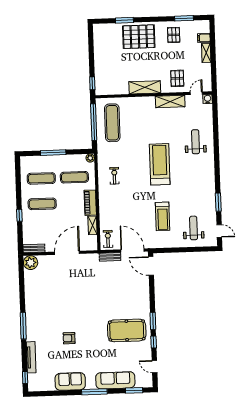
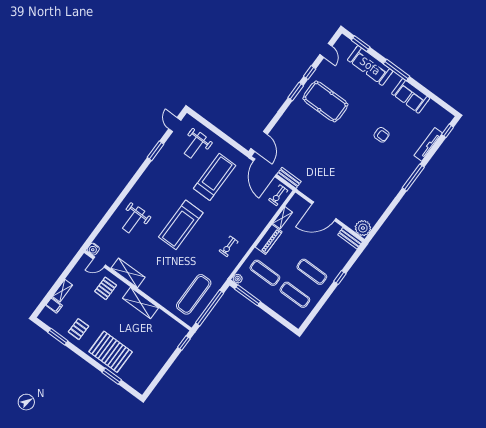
window: (53, 153) -> (248, 295), moved
treadmill: (163, 216) -> (215, 177), width x1.37, depth x1.38

